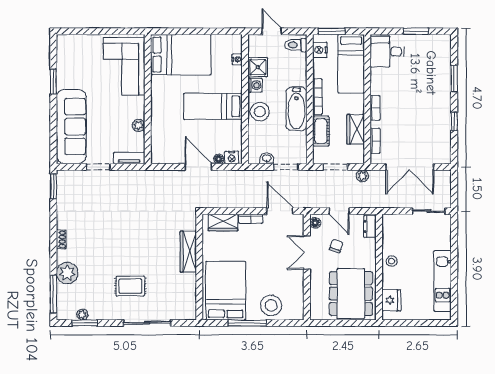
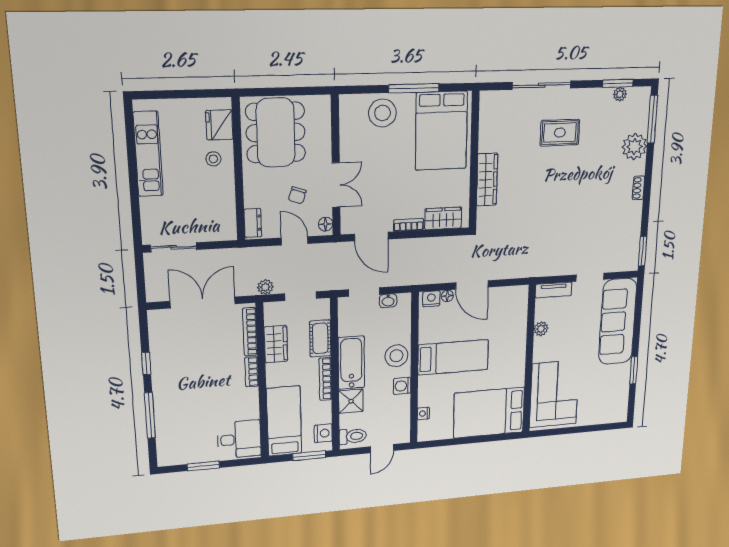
door: (272, 31) -> (382, 449), hinge flipped
shower: (258, 67) -> (351, 401), moved
window: (454, 79) -> (150, 415), width x1.44
bookcase: (375, 141) -> (250, 332), width x1.56
stool: (392, 261) -> (213, 159), moved

